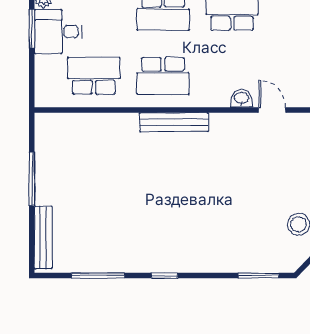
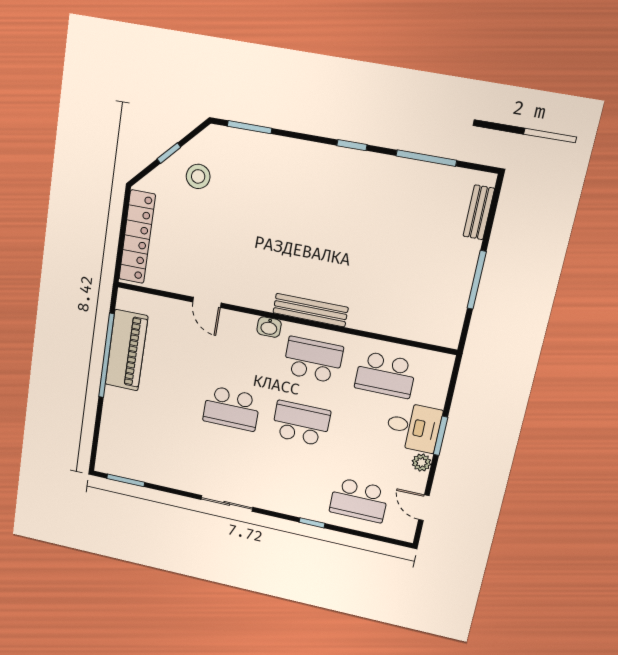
washbasin: (242, 98) -> (269, 327), moved
bench: (43, 238) -> (479, 212), width x0.73

